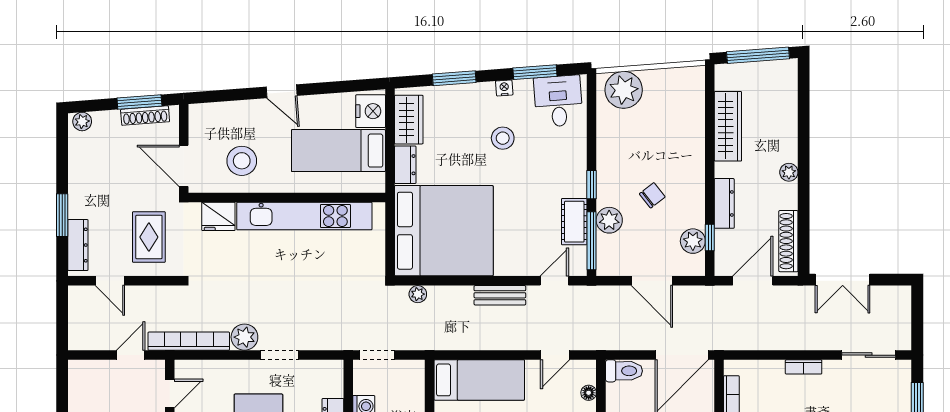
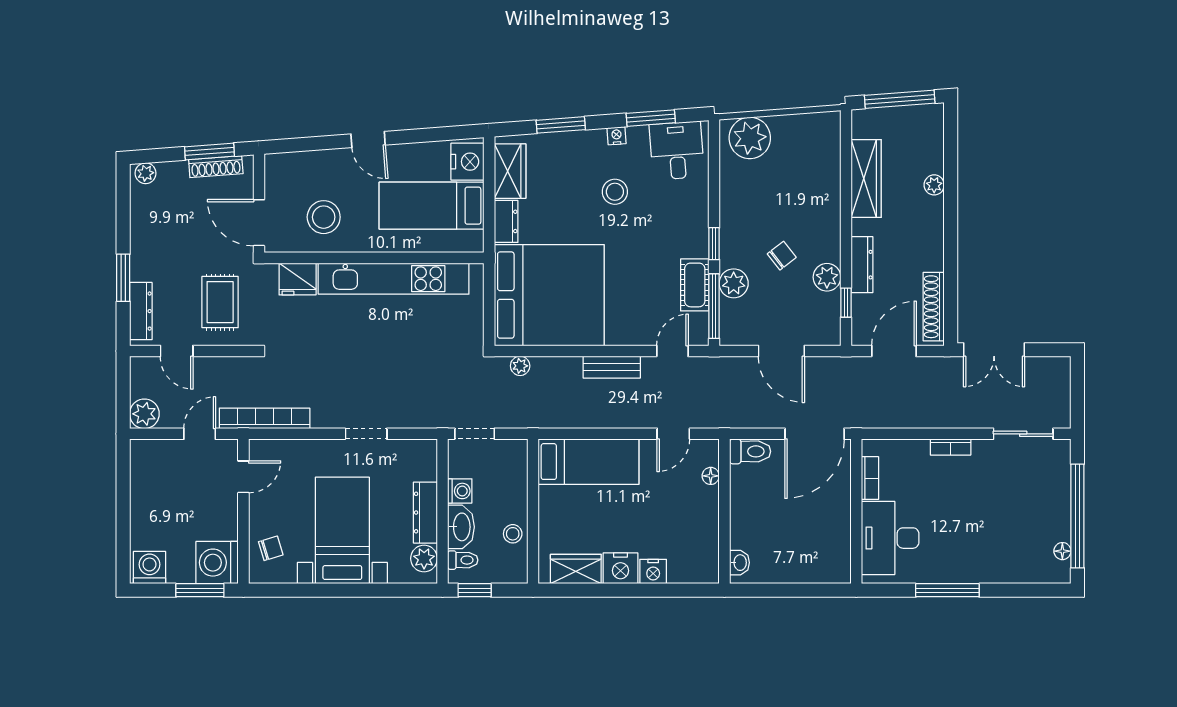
plant: (789, 172) -> (934, 185), moved
plant: (693, 241) -> (827, 277), moved
plant: (244, 337) -> (144, 414), moved

